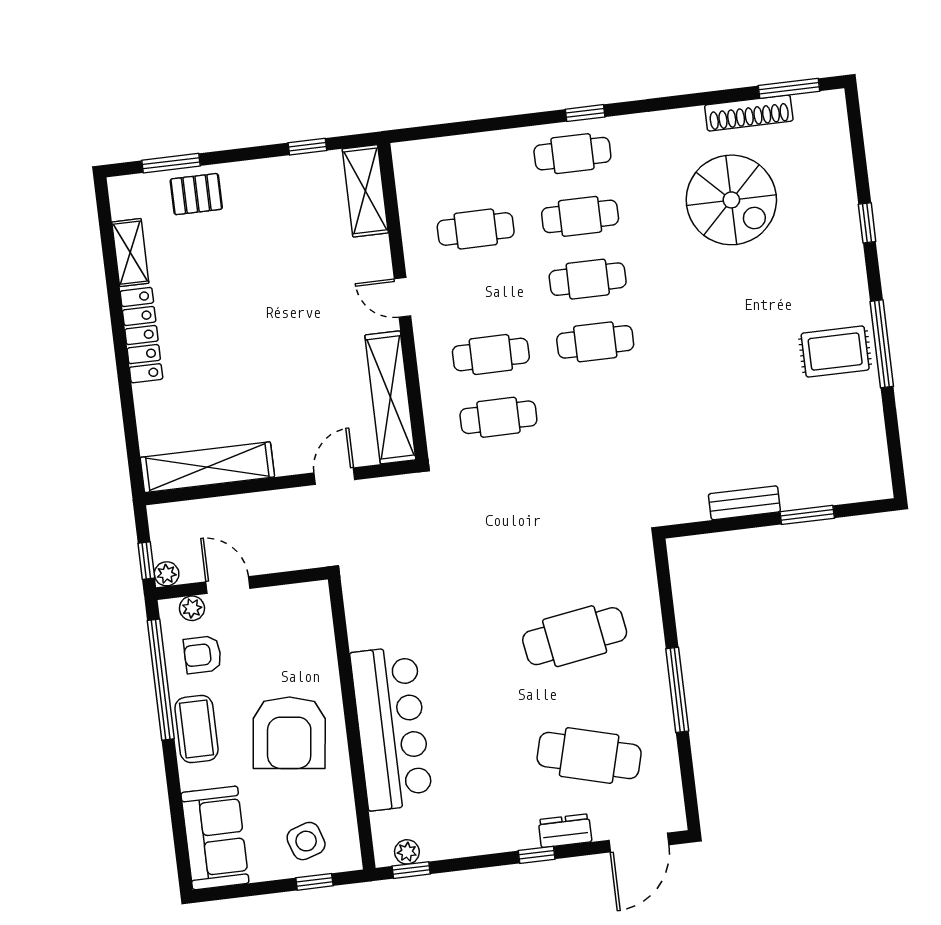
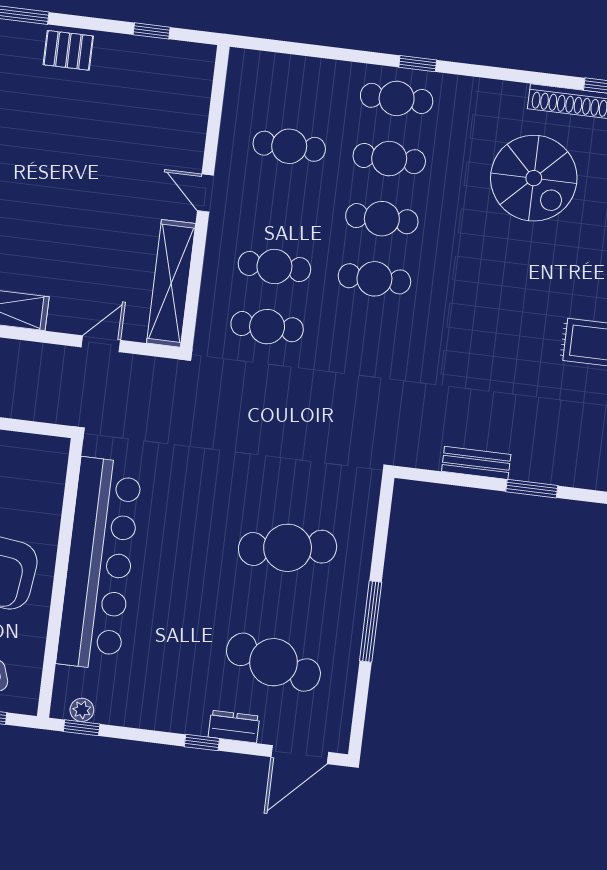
shelving: (365, 191) -> (195, 85), removed
pallet: (196, 194) -> (68, 50), moved
bar counter: (391, 728) -> (99, 564), width x1.36

